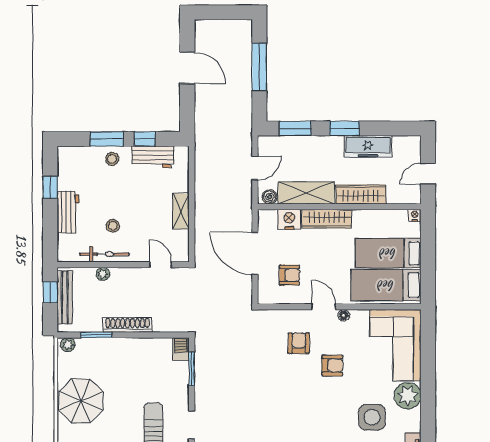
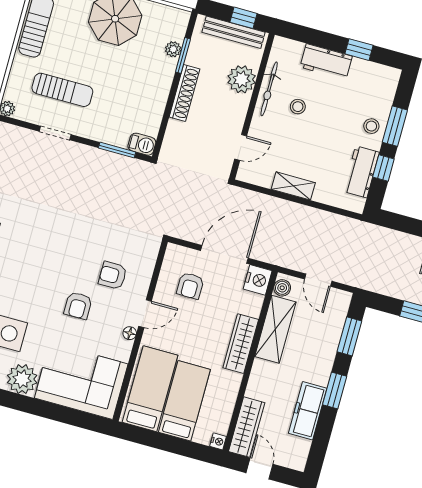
wardrobe: (361, 194) -> (247, 427), moved
nightstand: (289, 219) -> (258, 280), moved
plant: (103, 274) -> (242, 79), width x1.88, depth x1.88
armchair: (299, 343) -> (113, 275), turned 180
plant: (68, 345) -> (173, 49), moved

